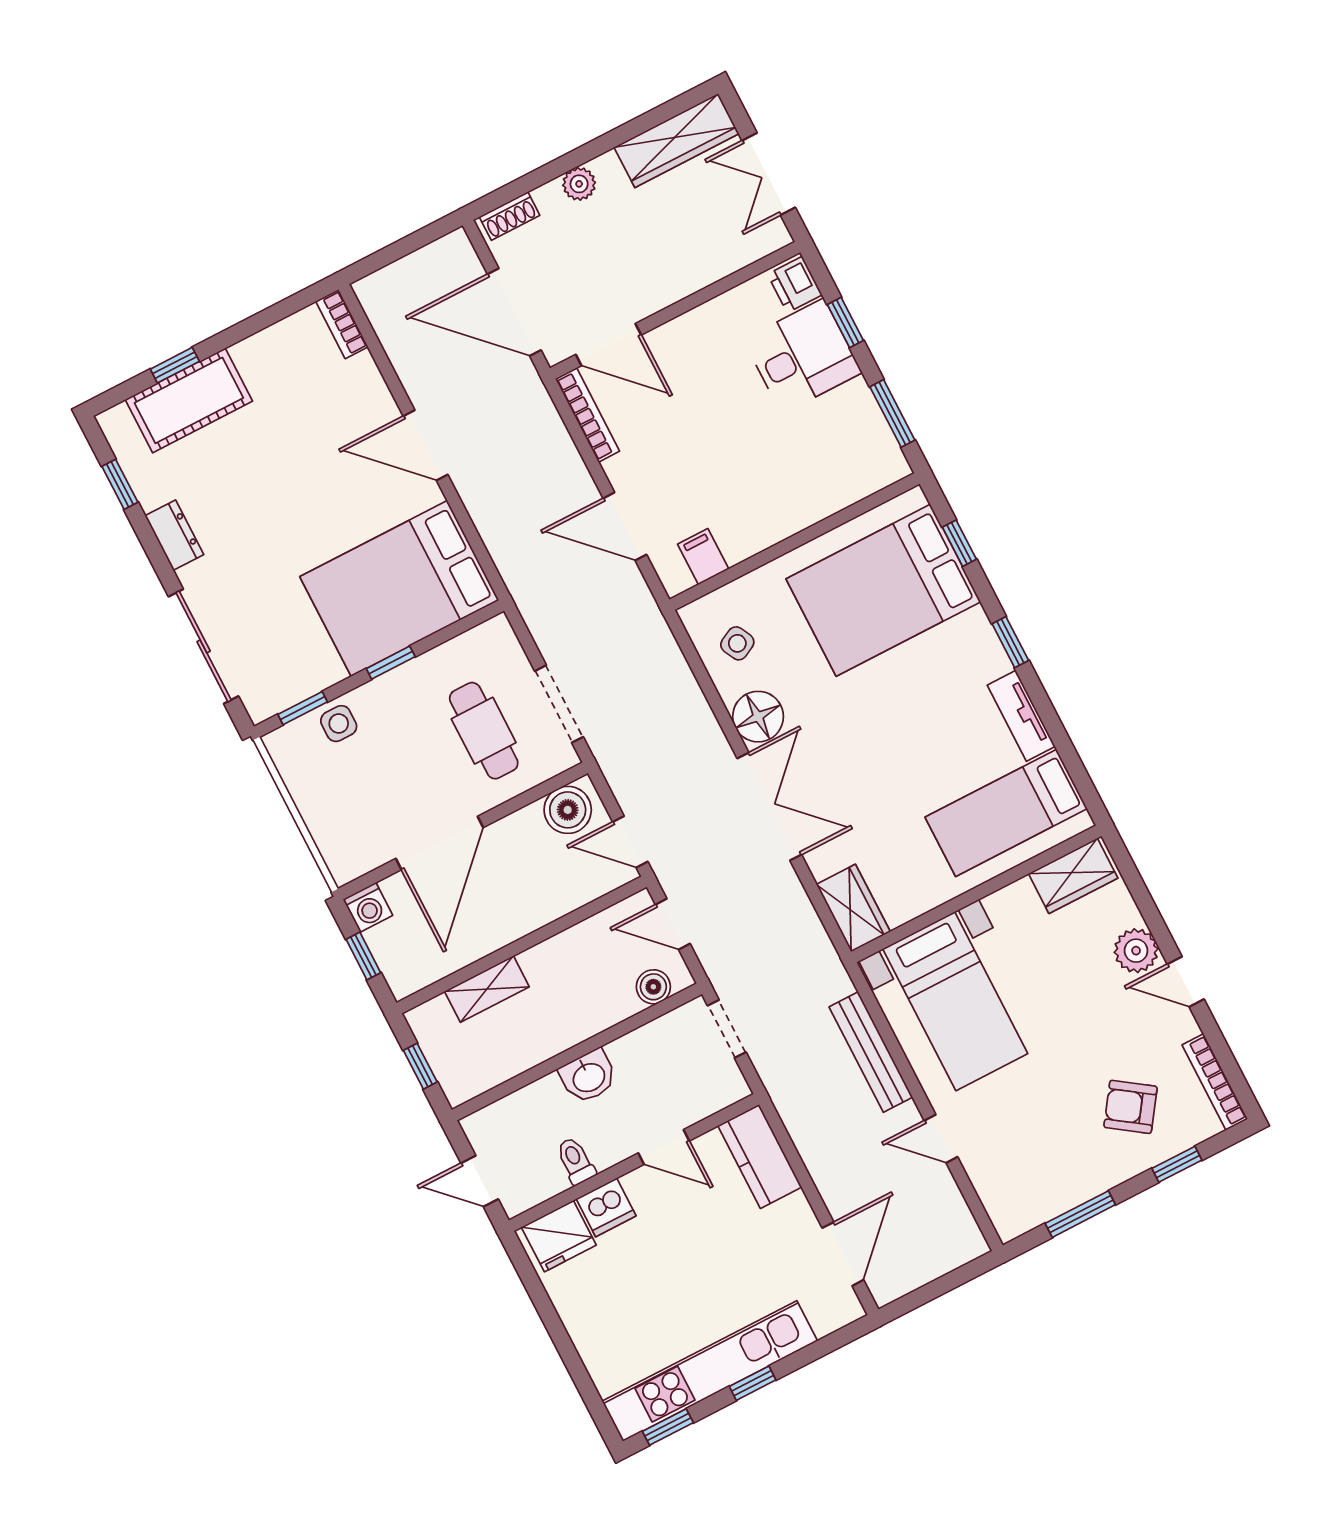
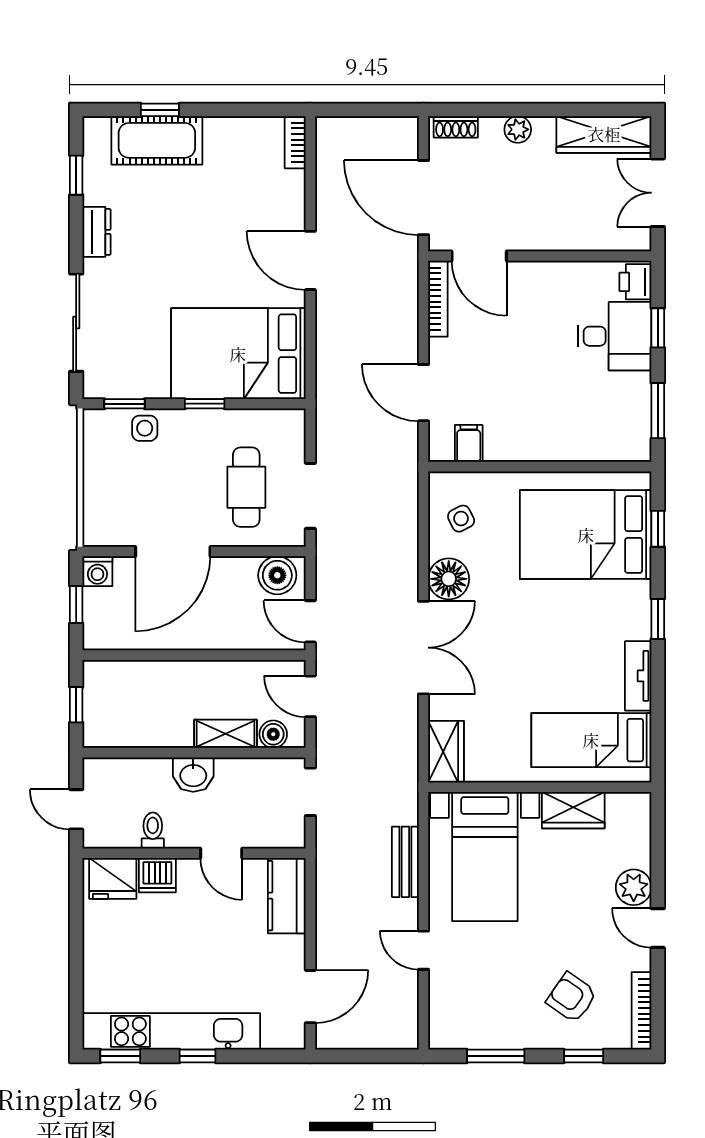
wardrobe: (1073, 876) -> (573, 810), moved
shelving: (487, 989) -> (226, 734), moved
bench: (871, 1052) -> (405, 862), width x0.73

